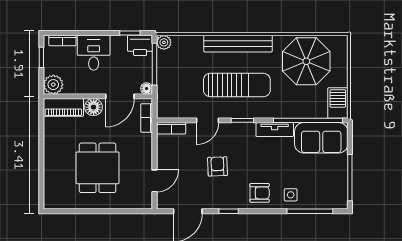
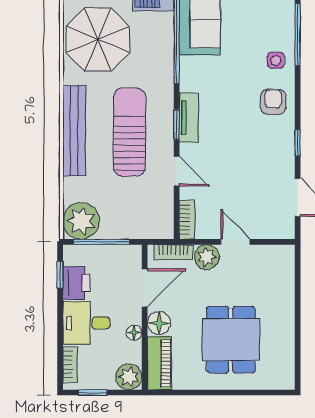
plant: (164, 42) -> (81, 221), width x1.87, depth x1.87
printer: (140, 45) -> (77, 283), moved
floor lamp: (147, 89) -> (134, 333), moved
door: (120, 96) -> (145, 288), hinge flipped
tv unit: (275, 130) -> (189, 118), moved
plant: (143, 143) -> (207, 257), added
armchair: (218, 166) -> (238, 158), removed
dining table: (98, 168) -> (231, 340), moved, turned 90
door: (154, 181) -> (235, 242), moved

